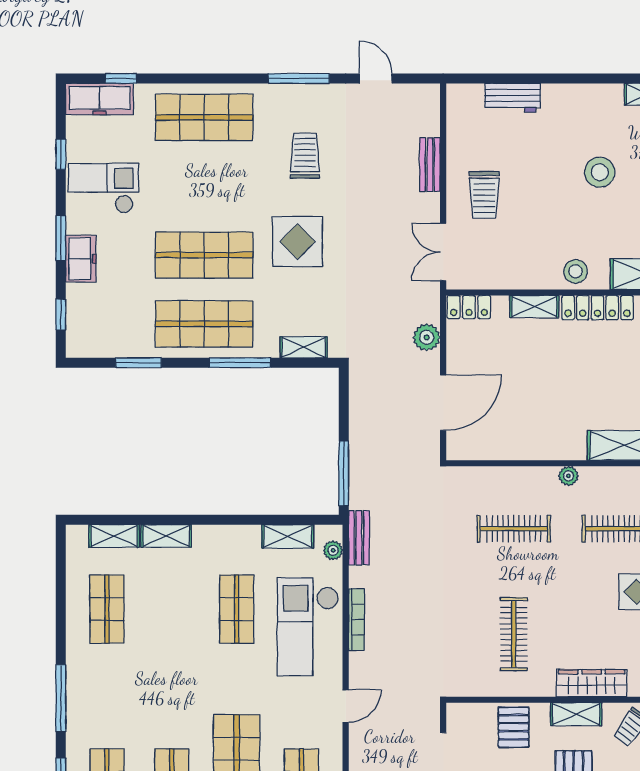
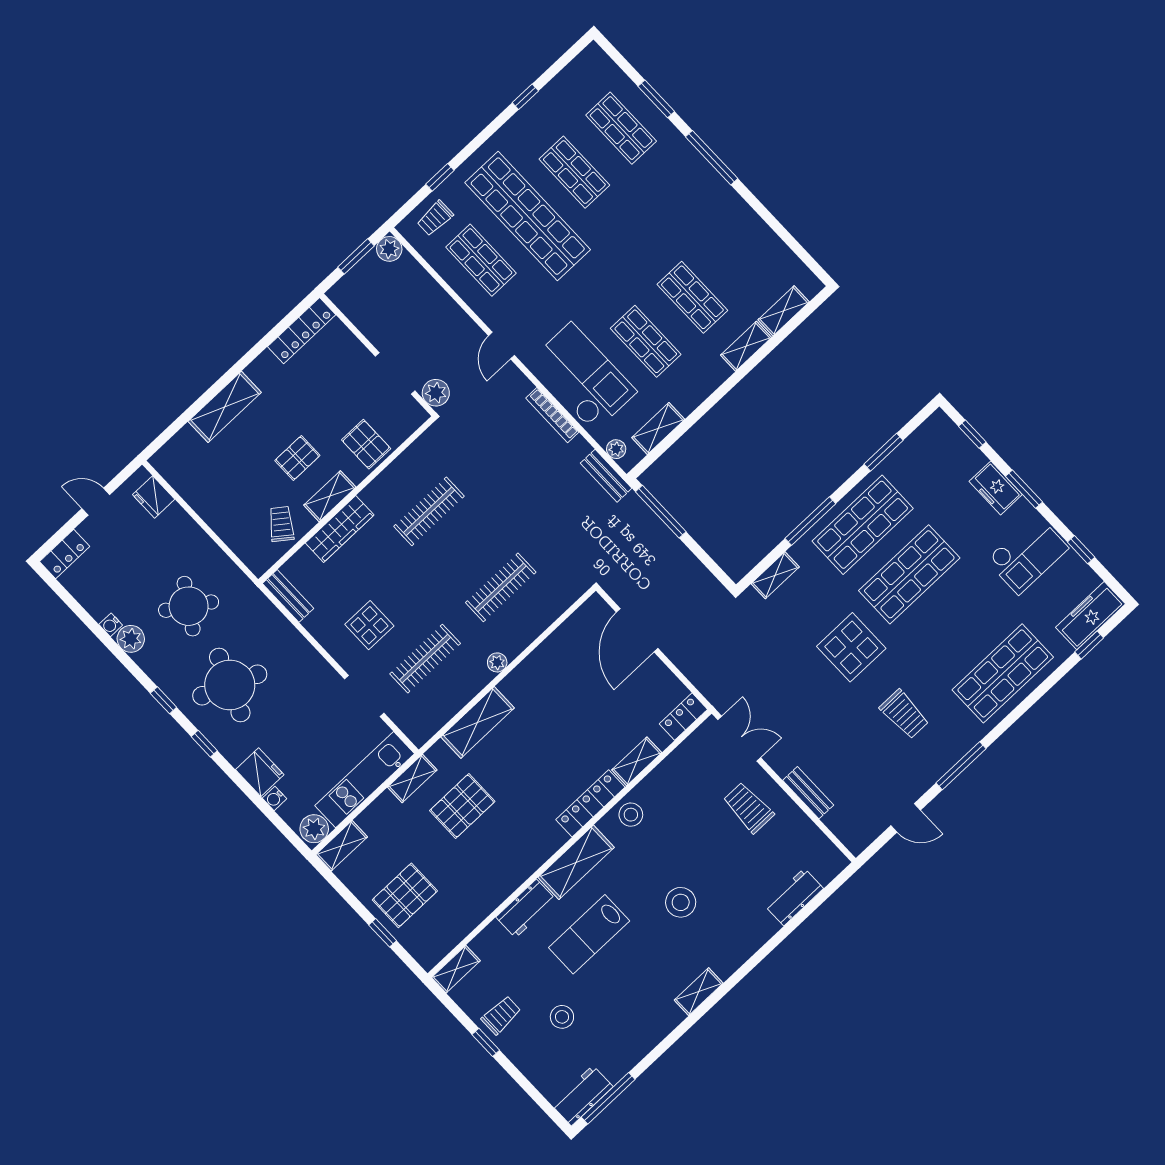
plant: (427, 337) -> (436, 393), moved
shop shelf: (107, 609) -> (692, 297), moved
clothes rail: (514, 634) -> (429, 511), turned 90

